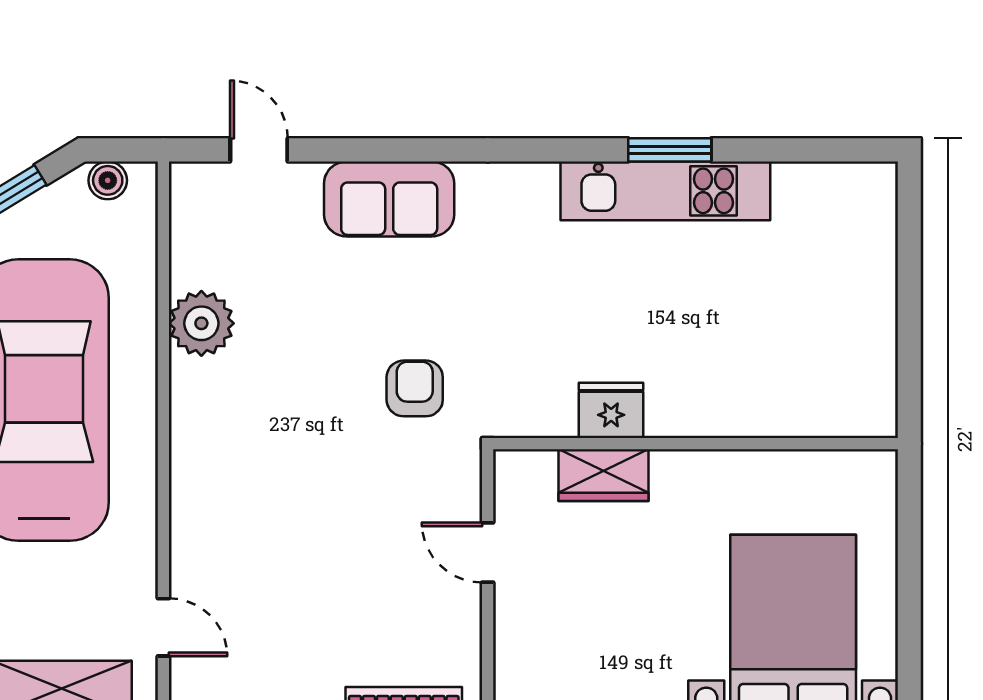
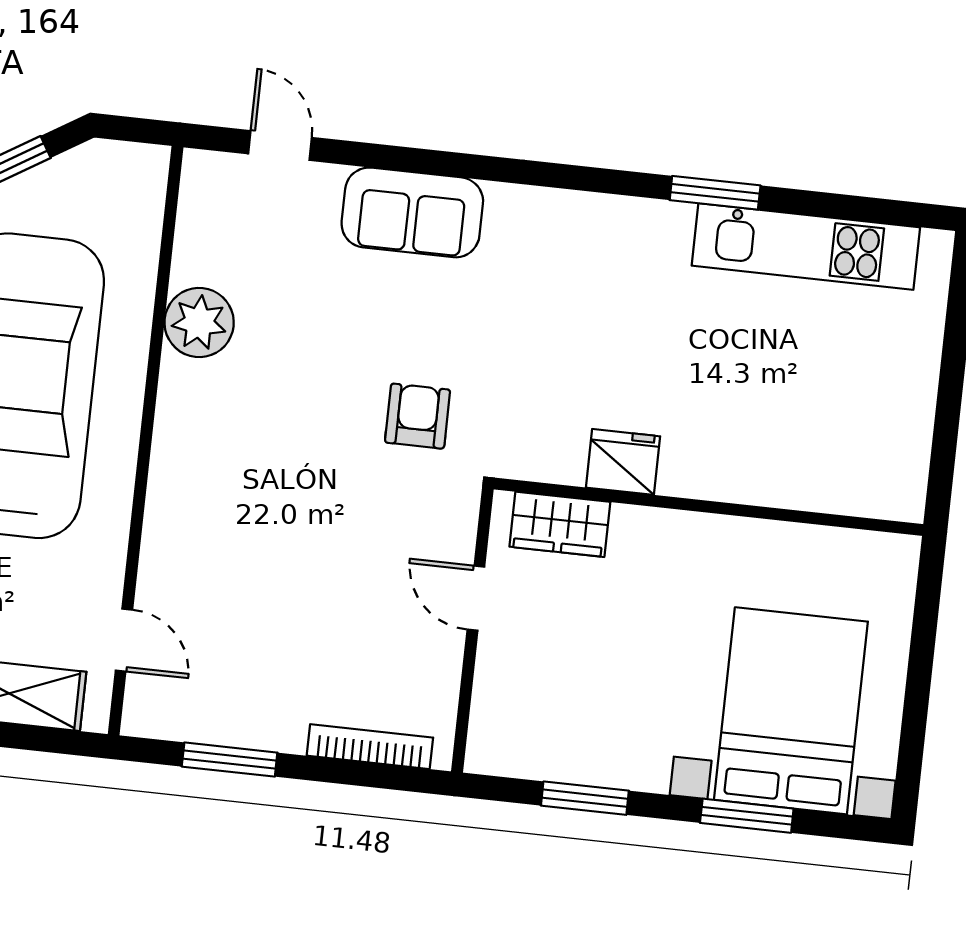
boiler: (108, 180) -> (116, 160), removed
kitchen unit: (665, 191) -> (806, 247), moved
wardrobe: (603, 475) -> (560, 524), moved

